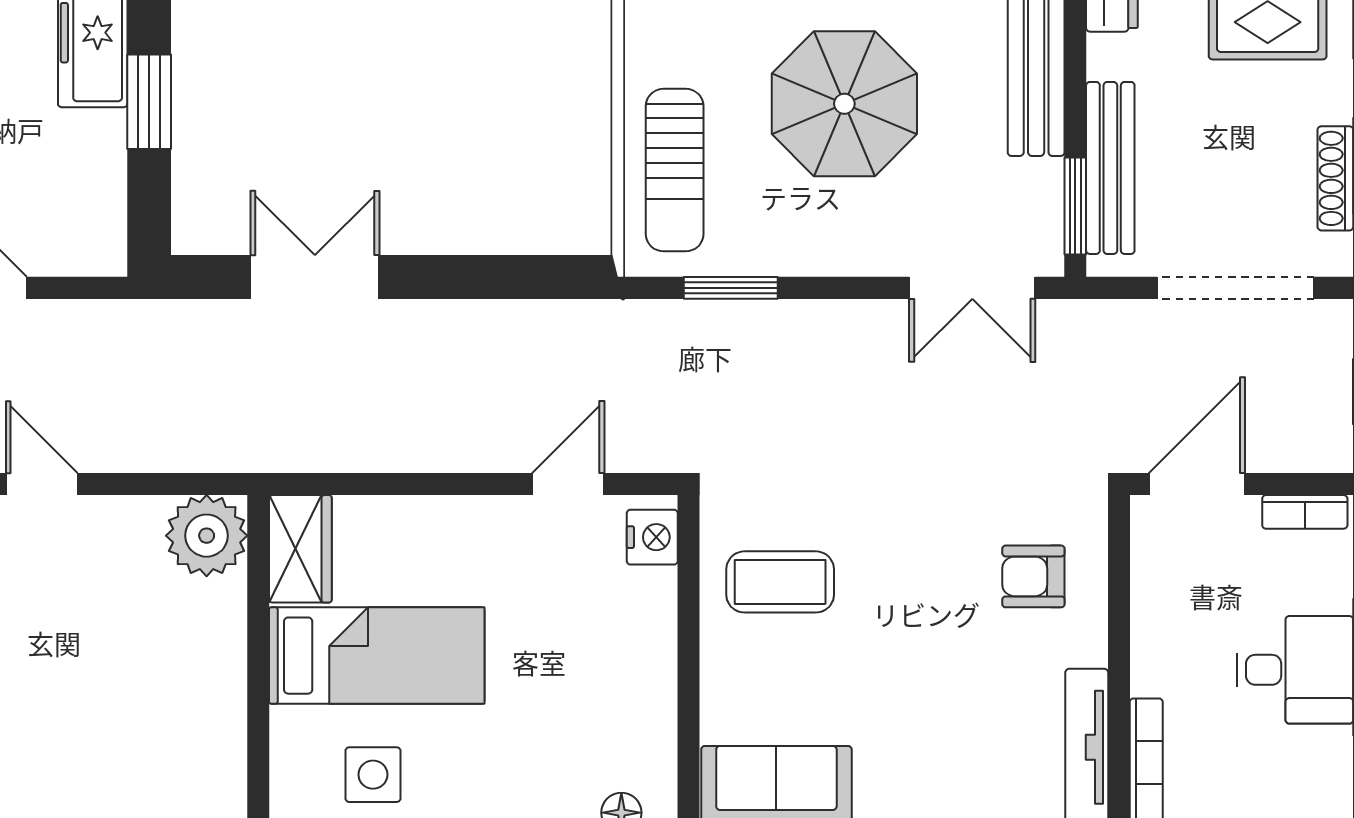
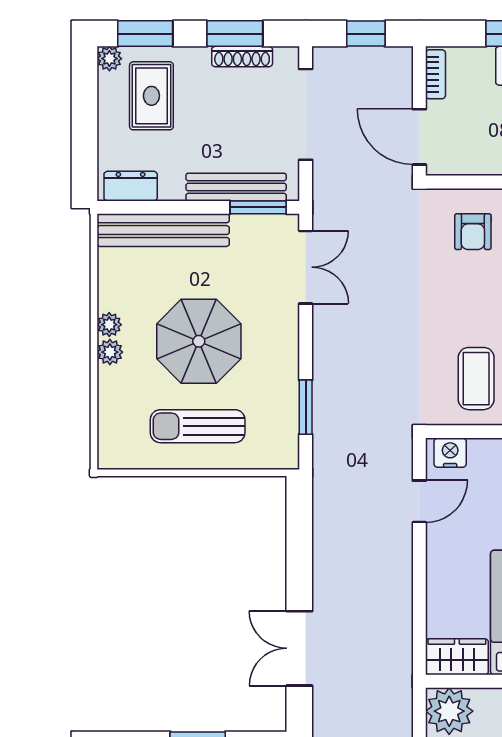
sun lounger: (675, 170) -> (198, 426), moved, turned 180
door: (568, 484) -> (419, 501), swing flipped

